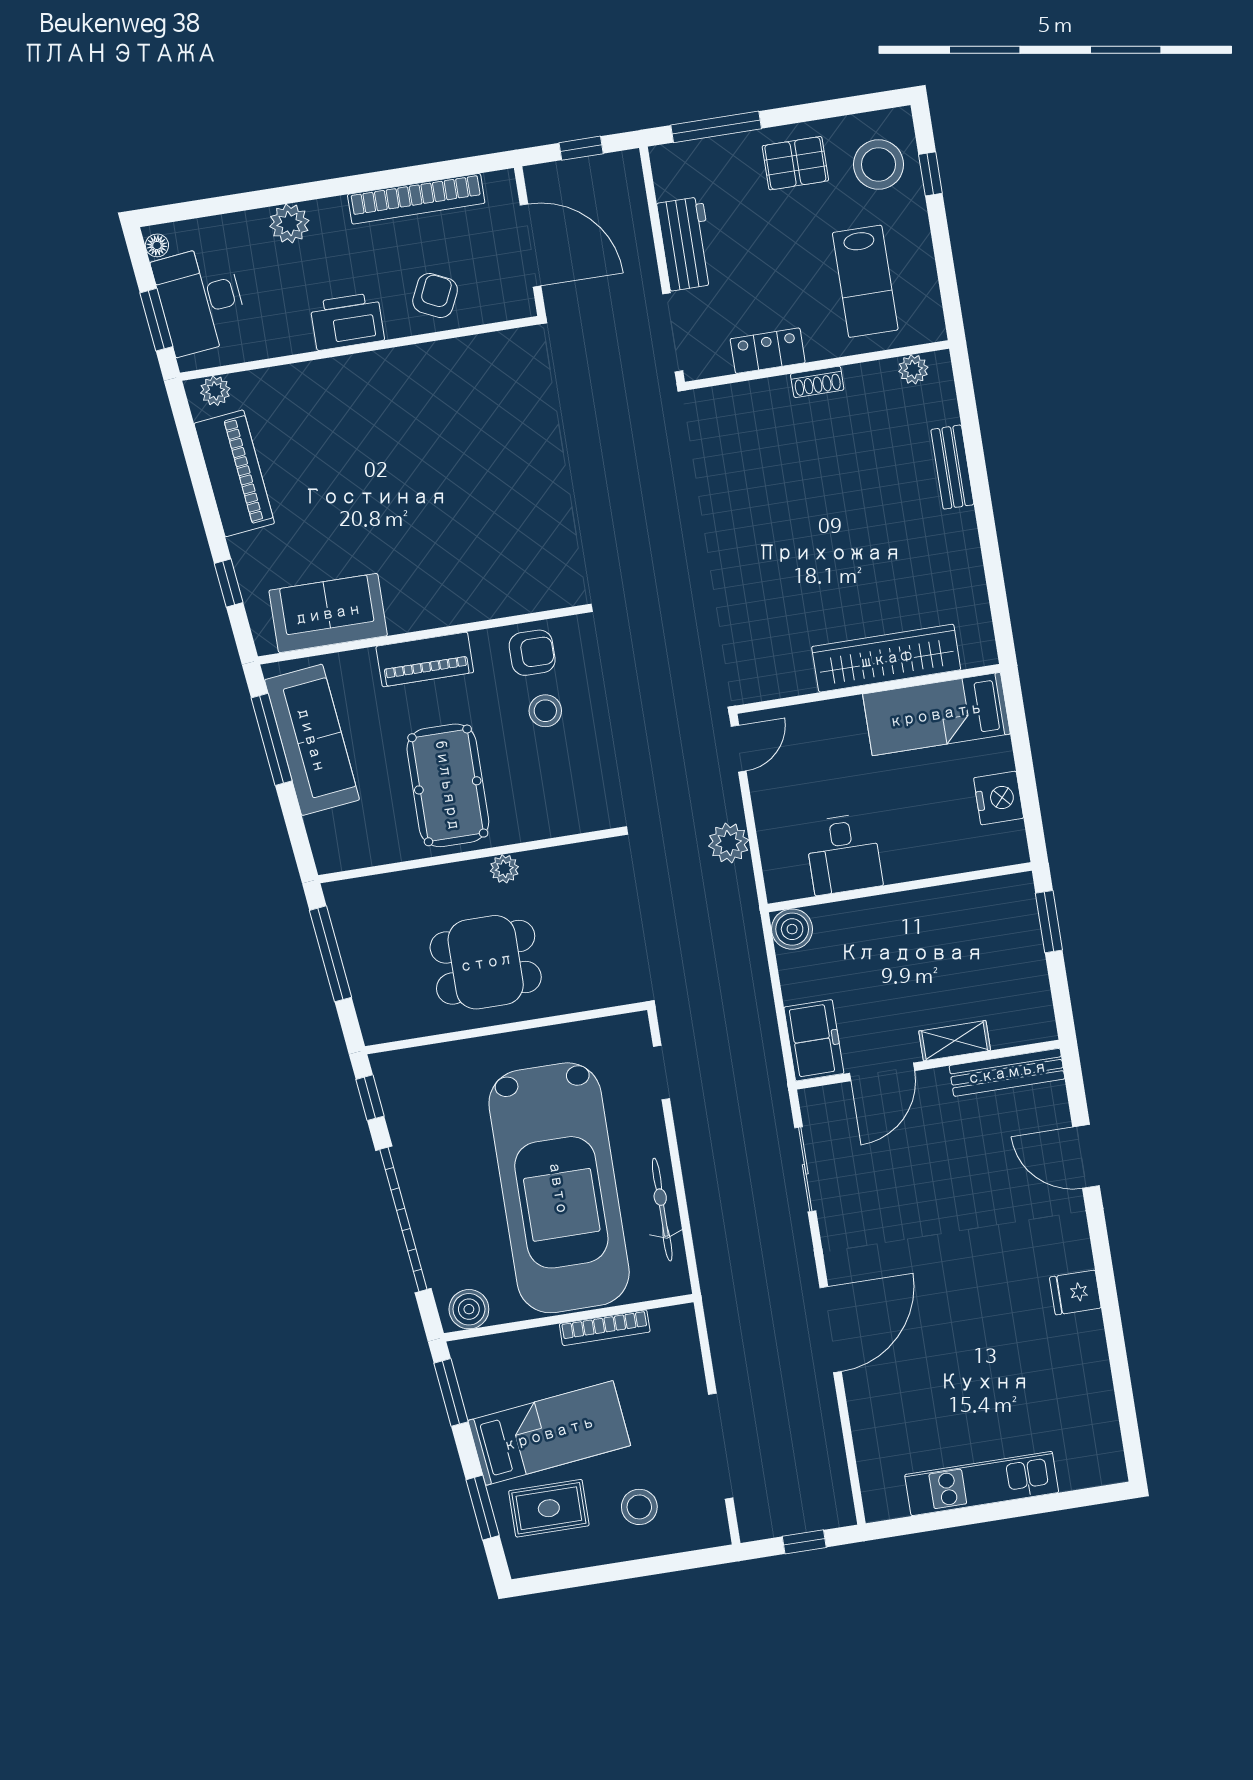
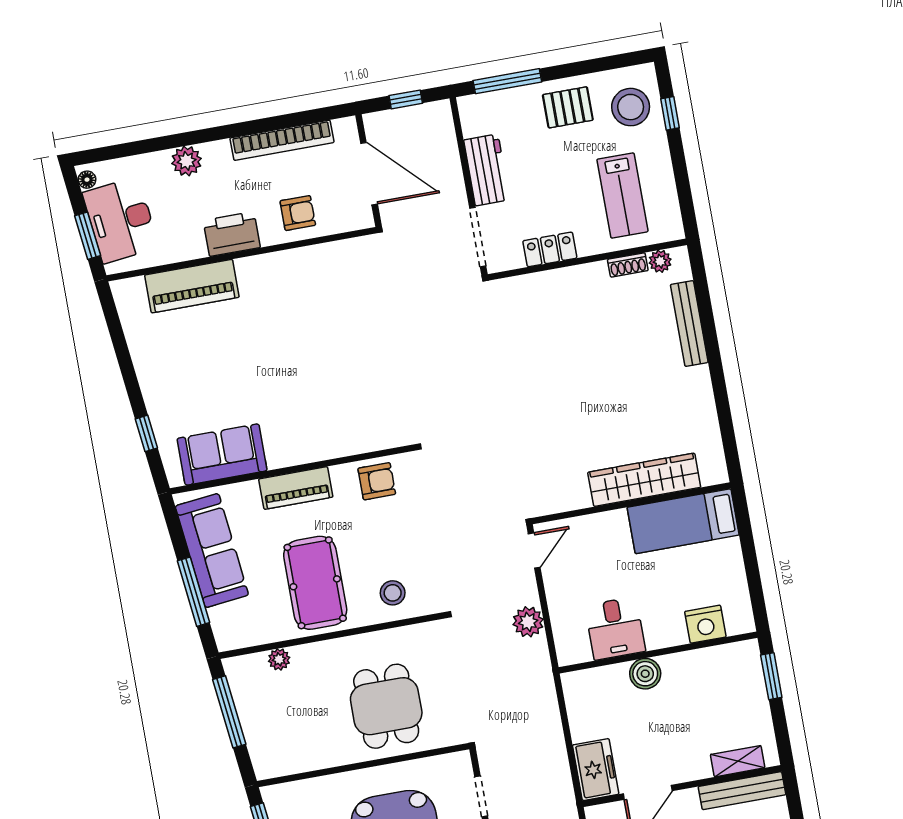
armchair: (435, 296) -> (298, 213), turned 65
shoe rack: (817, 382) -> (628, 265), moved
plant: (215, 391) -> (133, 288), removed
bench: (952, 467) -> (689, 323), width x1.36
piano: (234, 473) -> (192, 286), moved, turned 96
stool: (545, 711) -> (393, 593), moved
window: (272, 739) -> (193, 592), moved
nightstand: (999, 798) -> (705, 624), moved, turned 90
plant: (504, 869) -> (279, 659), moved
boiler: (792, 929) -> (645, 674), moved
dining table: (486, 962) -> (386, 706), moved, turned 90
shelving: (955, 1041) -> (738, 761), moved

